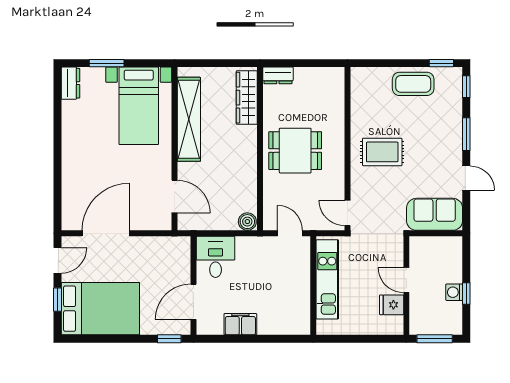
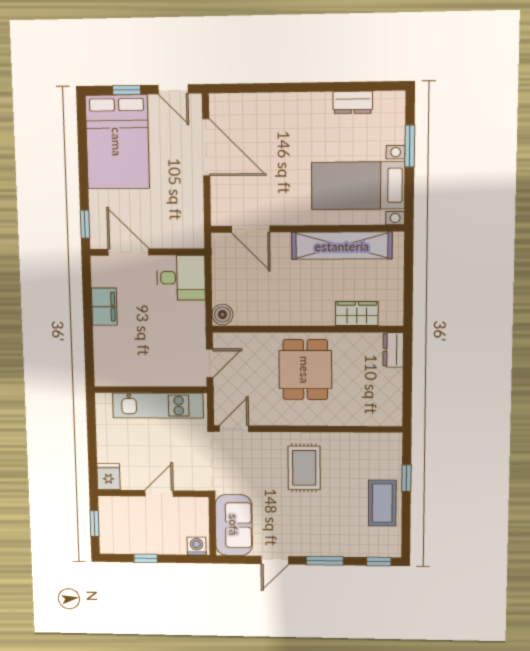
window: (441, 63) -> (406, 478), moved
dresser: (70, 83) -> (353, 102), moved
wardrobe: (247, 98) -> (357, 314), width x0.67
door: (174, 197) -> (251, 229), hinge flipped
washing machine: (454, 292) -> (197, 546), moved
fridge: (392, 305) -> (108, 477), moved
window: (435, 339) -> (95, 524), width x0.67

